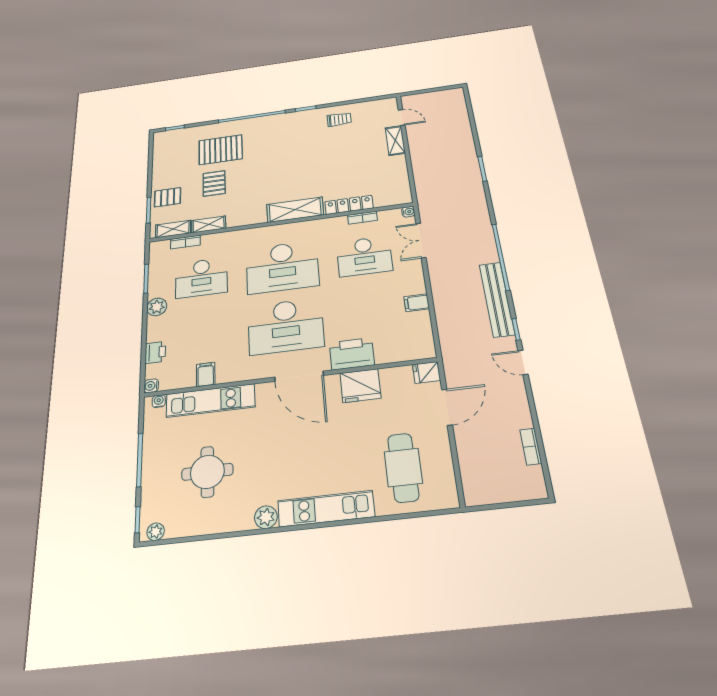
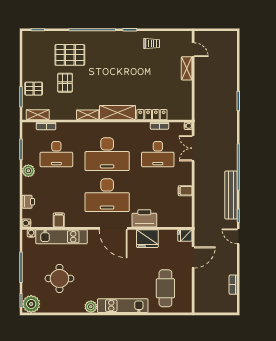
shelving: (209, 224) -> (88, 115), moved
plant: (156, 532) -> (31, 304), width x1.88, depth x1.88

